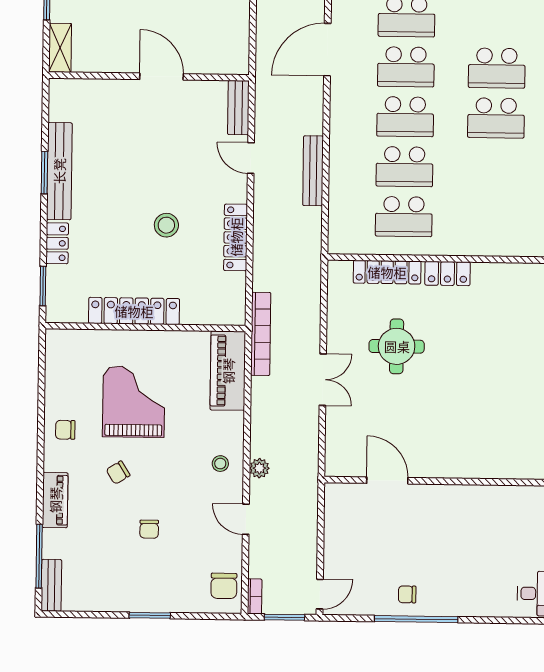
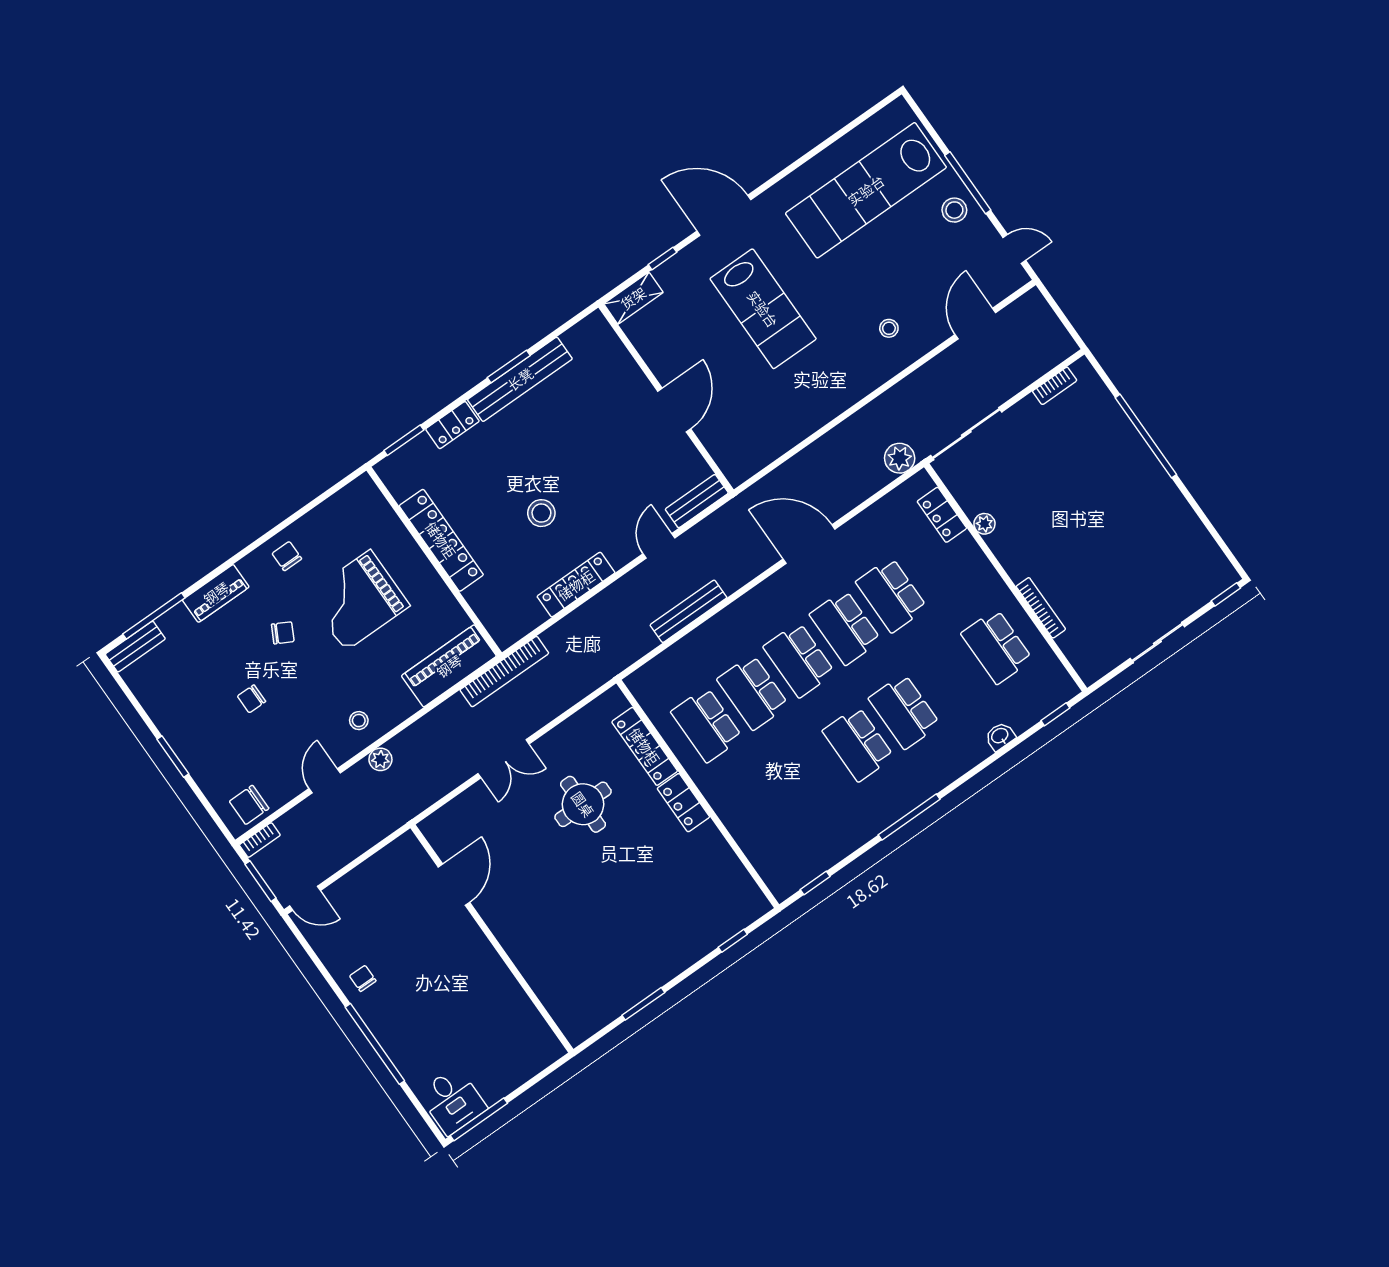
grand piano: (134, 402) -> (358, 600), turned 180
chair: (118, 473) -> (283, 633), turned 150
window: (416, 619) -> (375, 1044), moved

